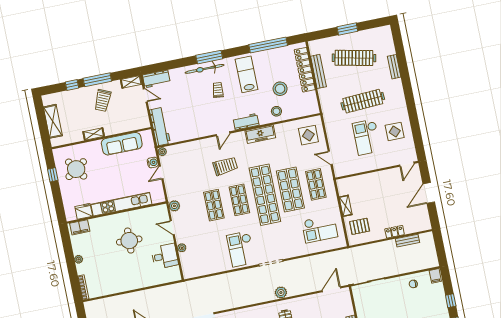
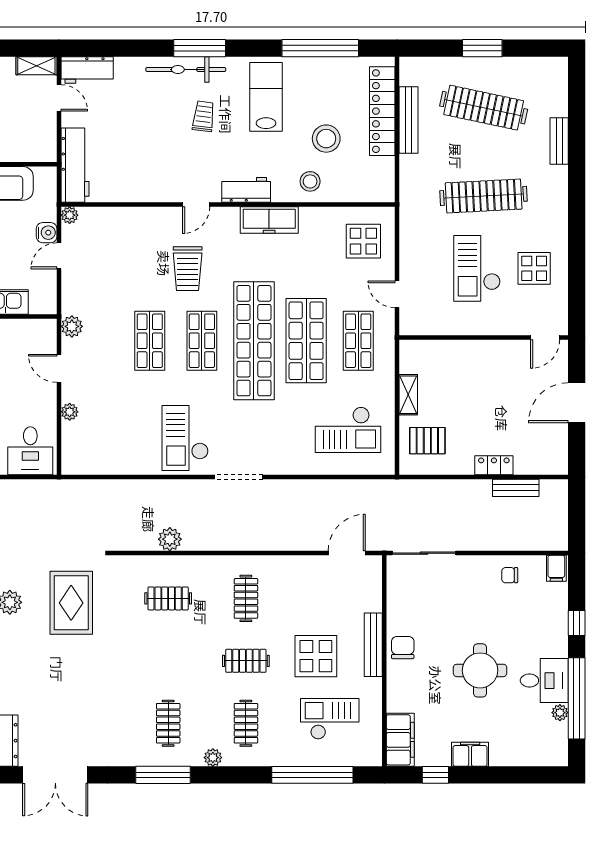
trolley: (225, 166) -> (188, 269), turned 96
desk: (165, 256) -> (30, 451), moved, turned 90
plant: (281, 292) -> (170, 539), moved

